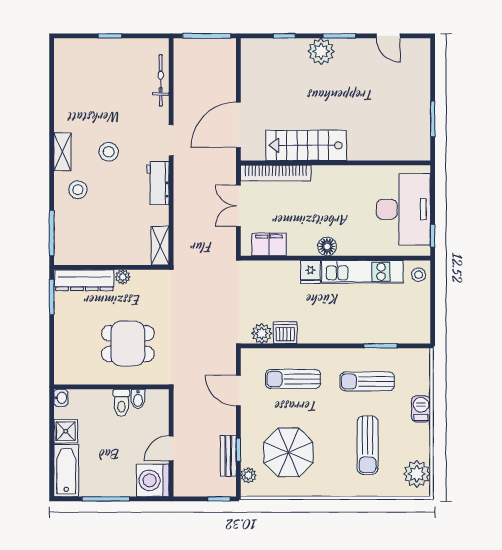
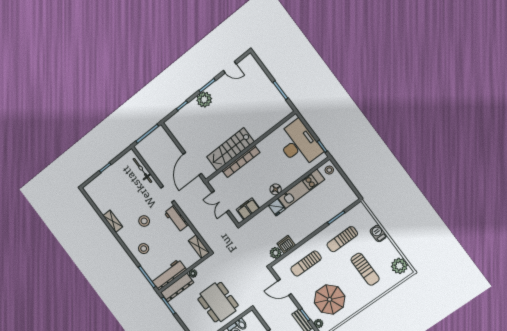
shelving: (62, 152) -> (113, 221), moved
bookcase: (276, 173) -> (241, 162), moved
workbench: (86, 253) -> (169, 275), added
dining table: (128, 344) -> (218, 302), width x1.38

